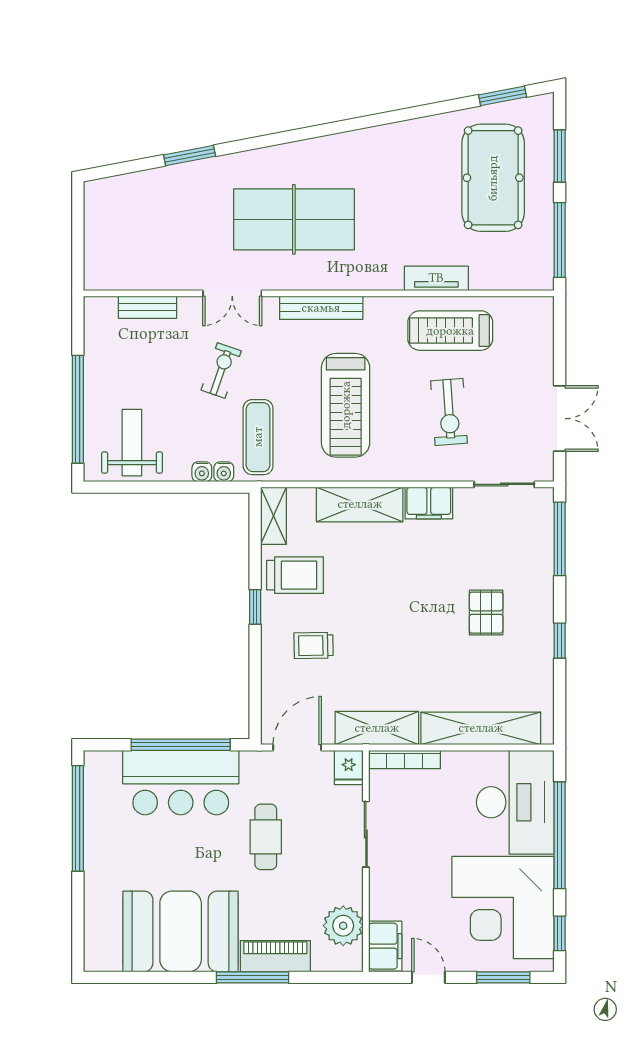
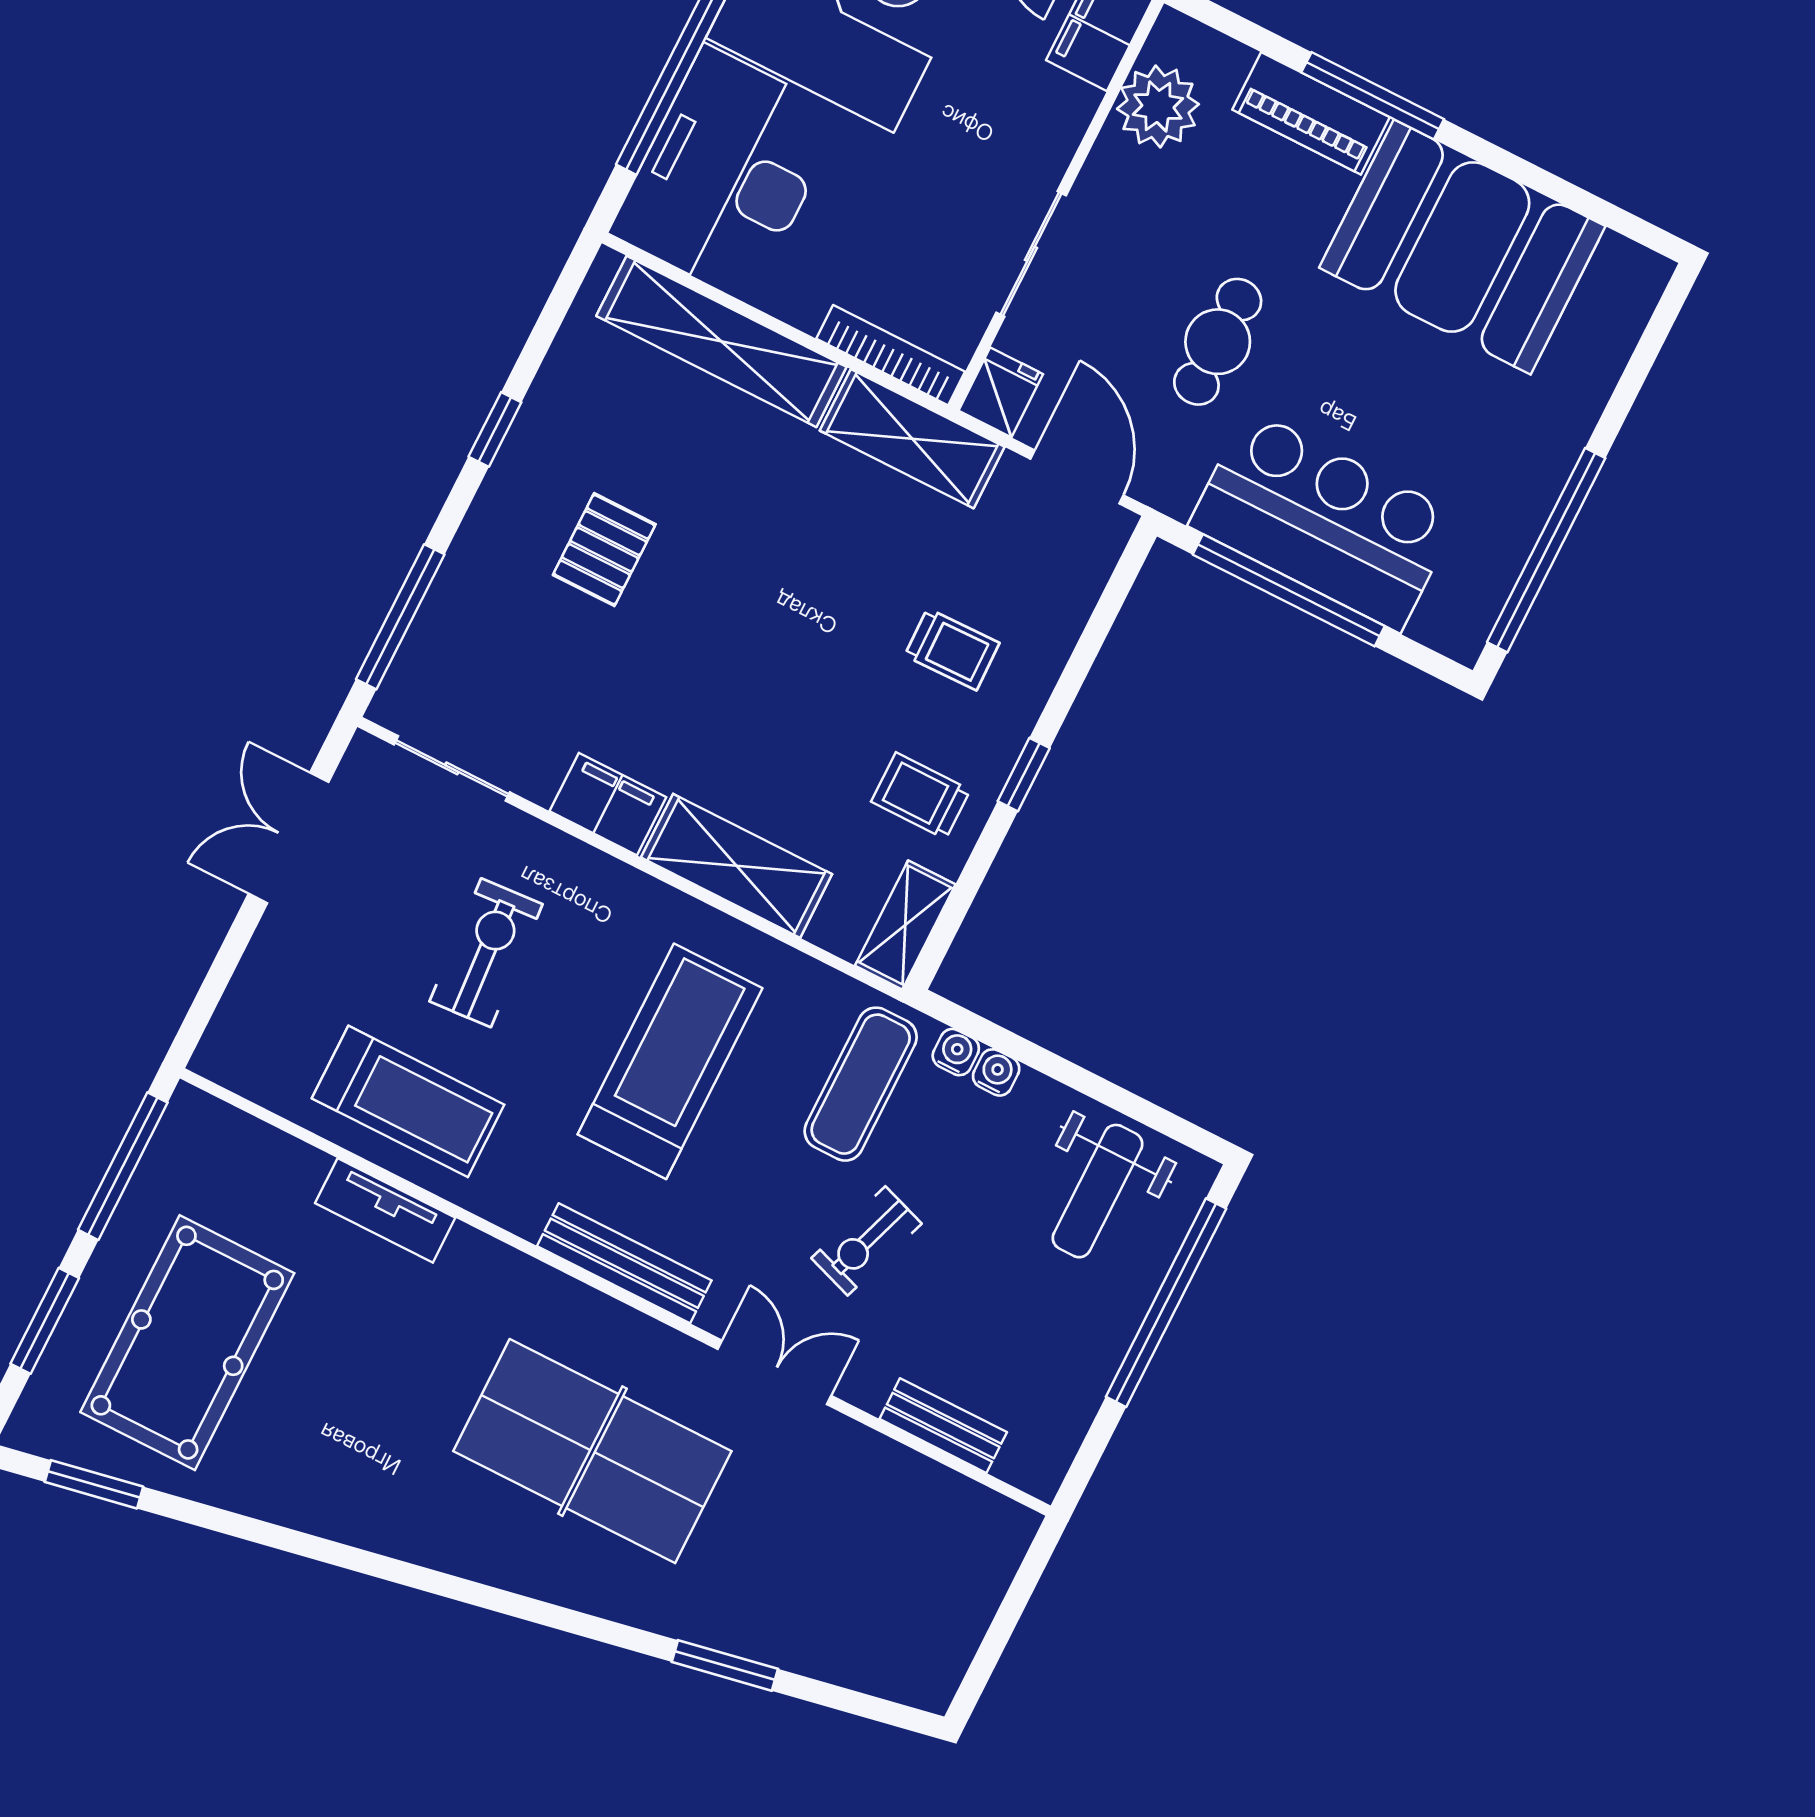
trolley: (295, 575) -> (921, 796), width x0.73, depth x0.72
door: (297, 748) -> (1077, 477), swing flipped

